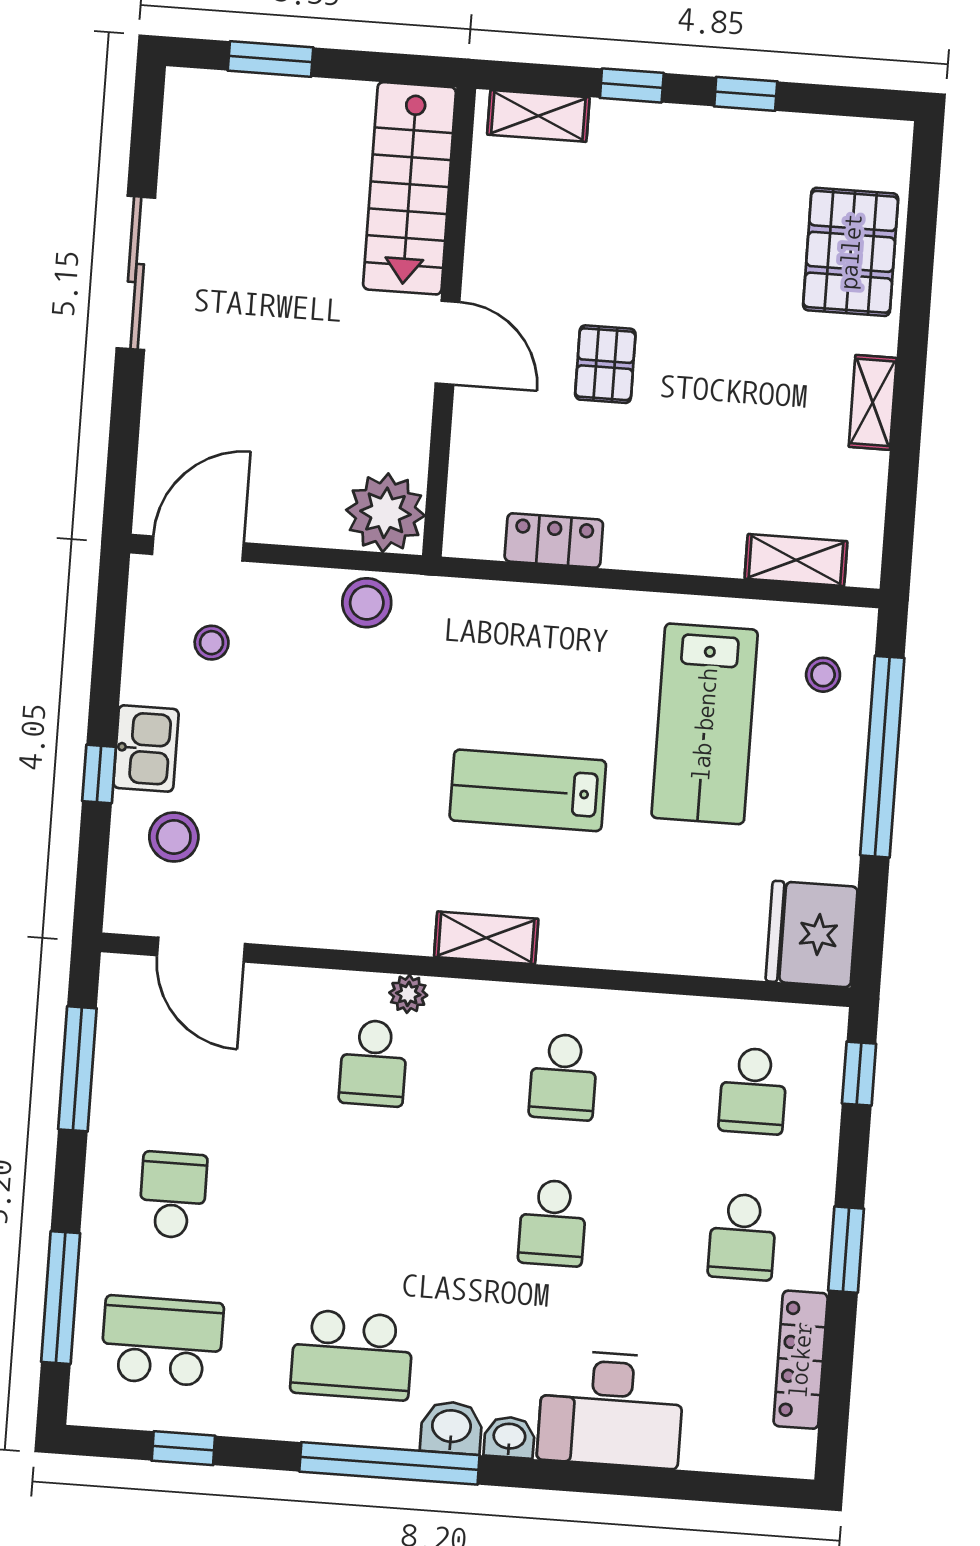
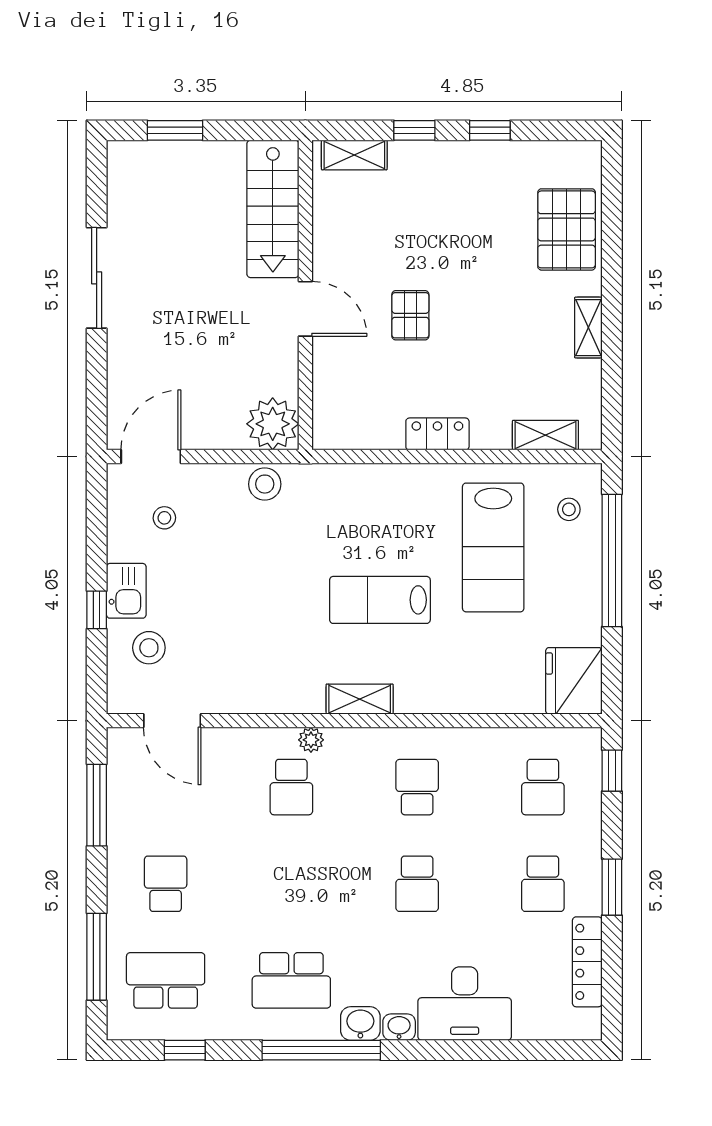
locker: (554, 541) -> (437, 434), moved
school desk: (563, 1077) -> (417, 787), turned 180

